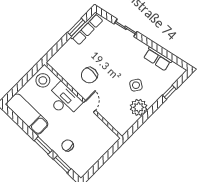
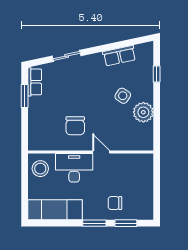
row of seats: (87, 29) -> (35, 82), width x0.68

